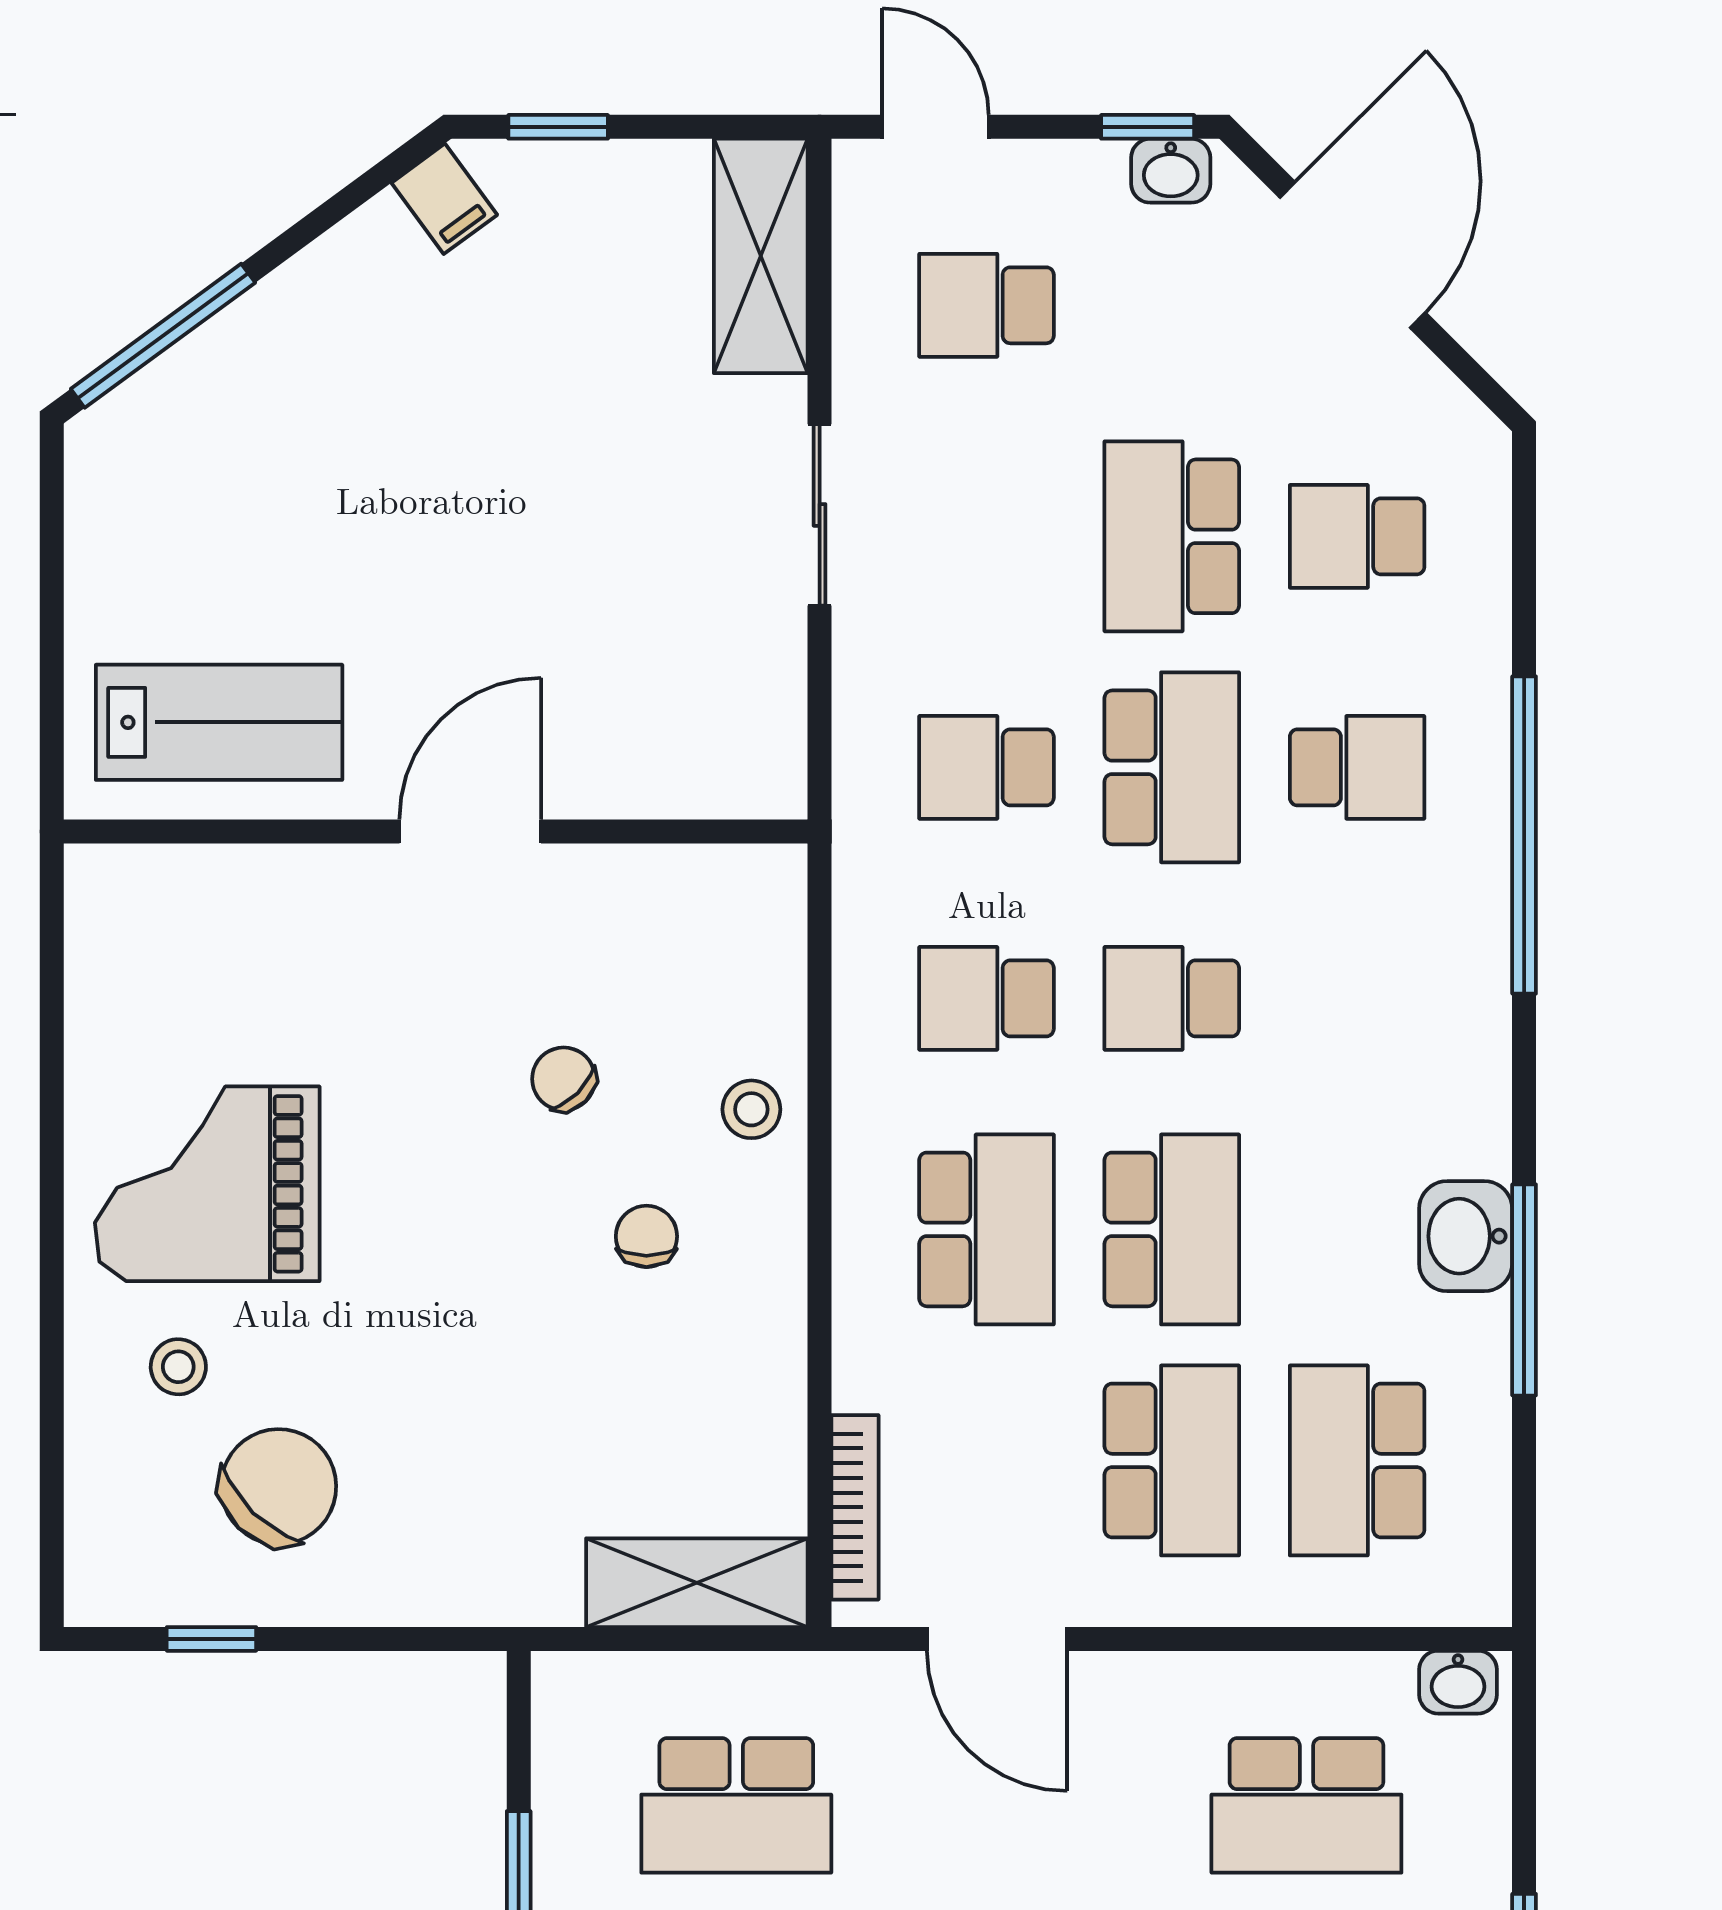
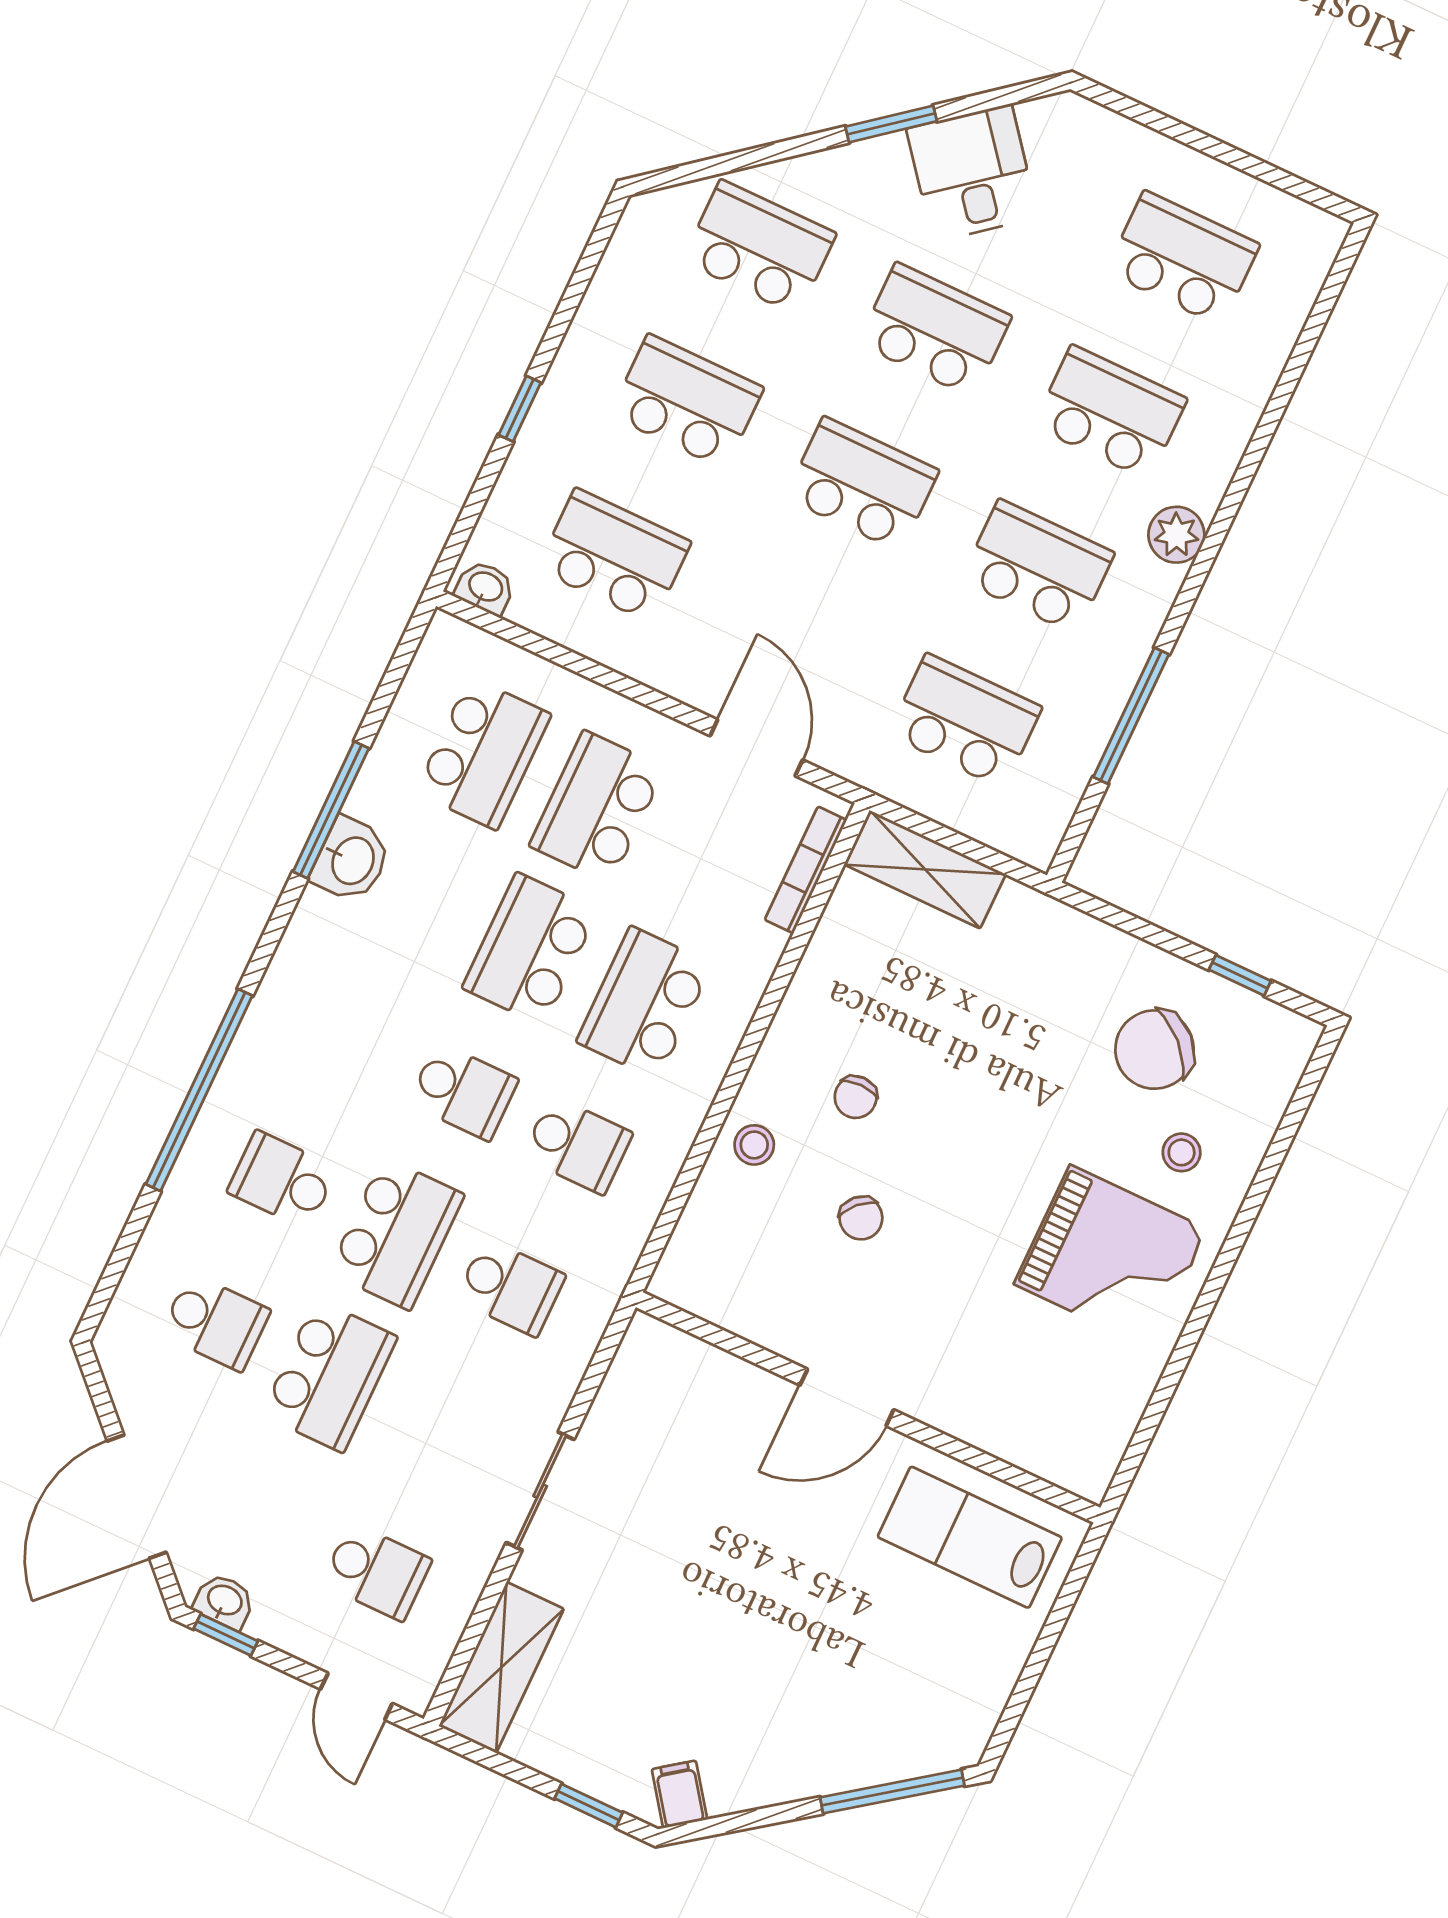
school desk: (1172, 767) -> (396, 1234), turned 180

